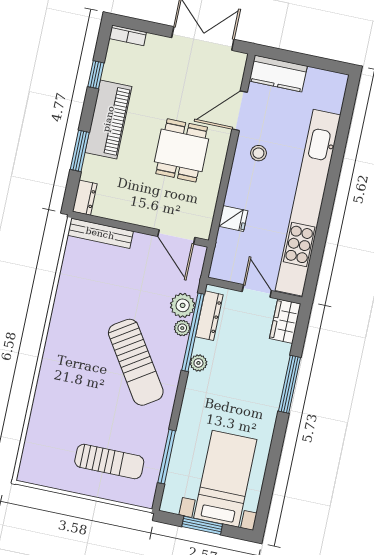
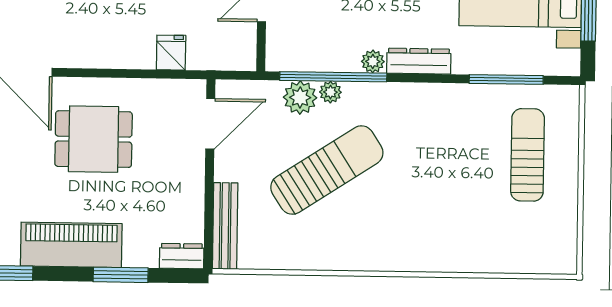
stool: (258, 153) -> (77, 36), removed
dresser: (209, 316) -> (419, 61), moved
sun lounger: (136, 362) -> (327, 170), moved

